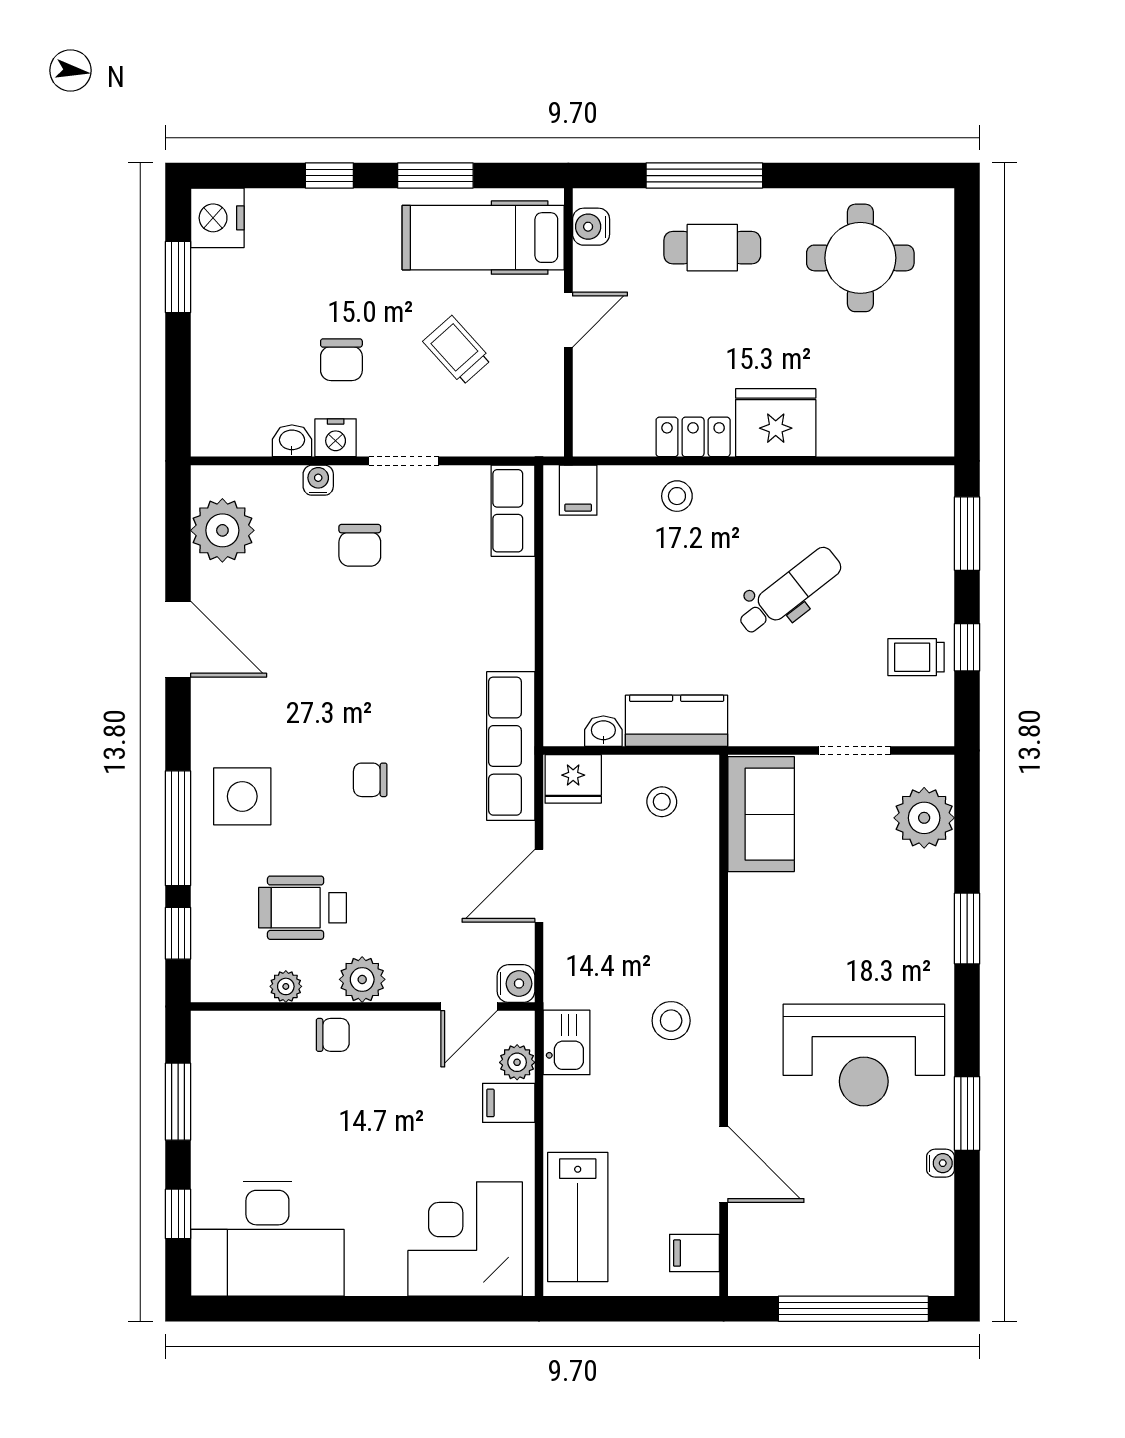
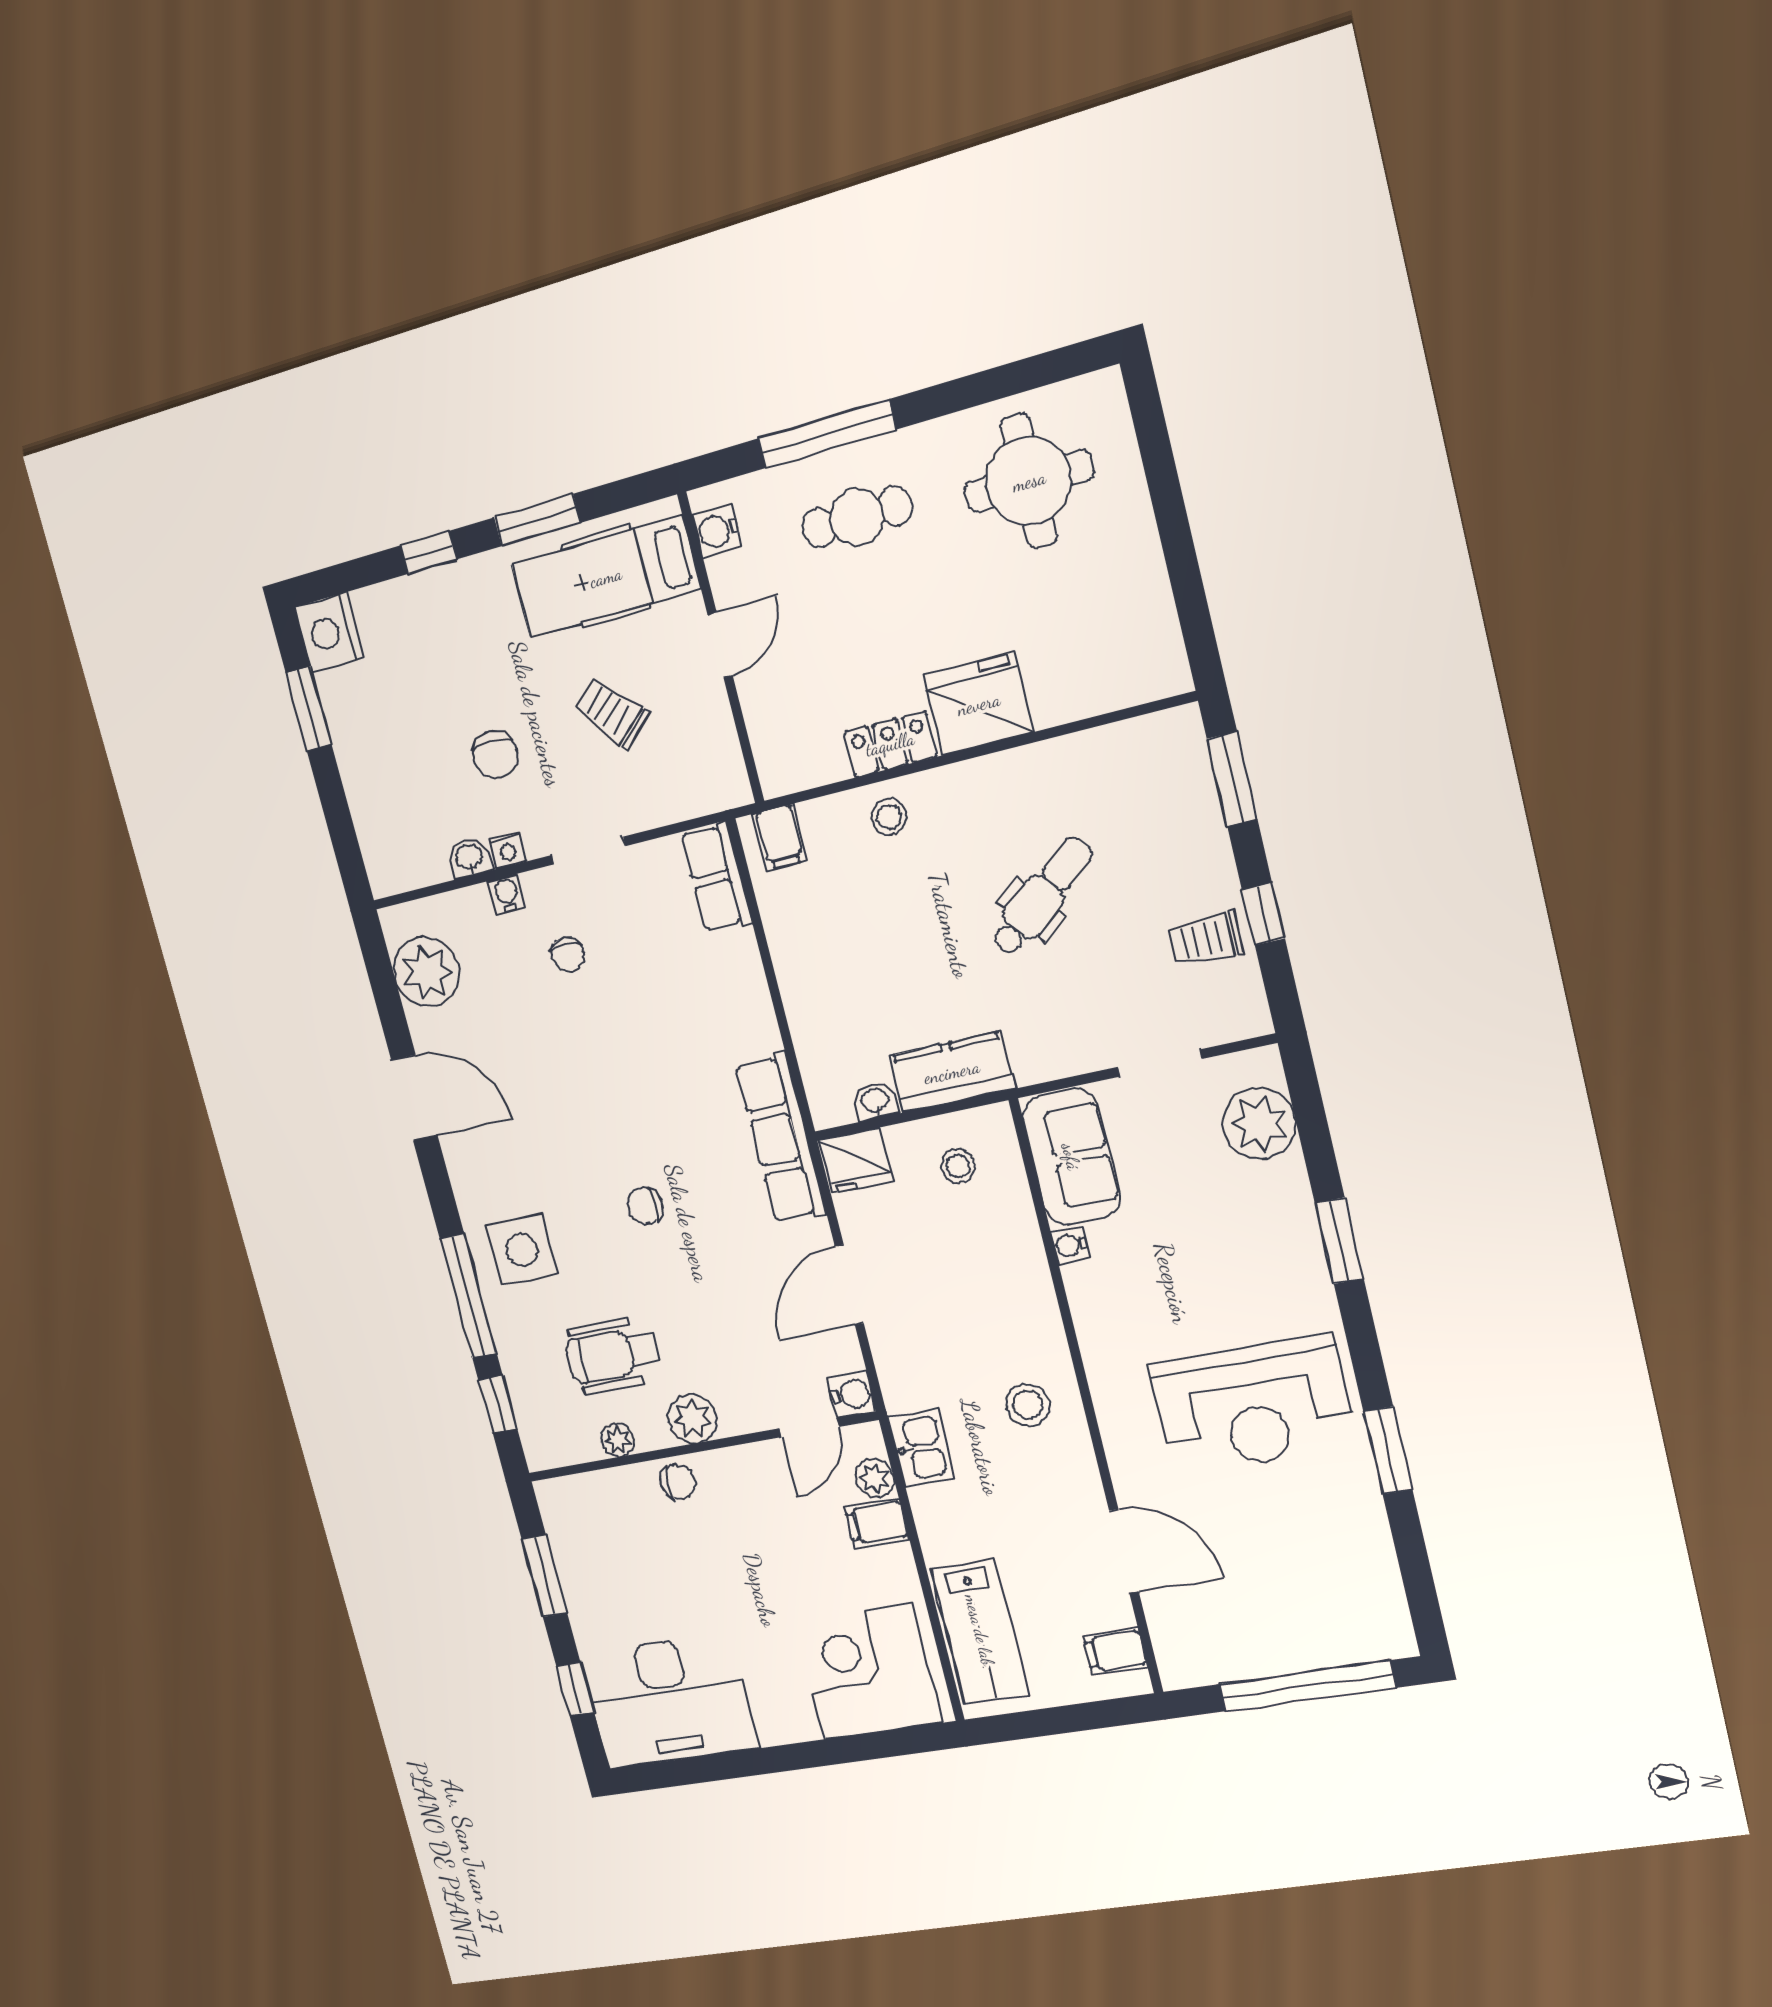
nightstand: (336, 438) -> (508, 850), width x0.72, depth x0.74
chair: (360, 545) -> (568, 955), width x0.73, depth x0.73
water cooler: (941, 1163) -> (1070, 1245), moved, turned 180

